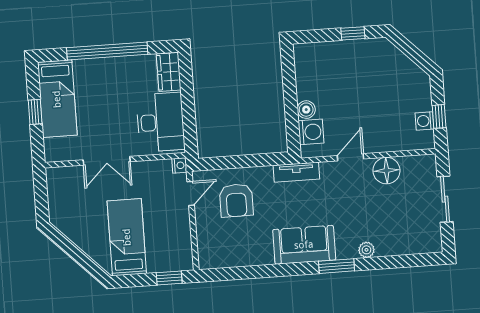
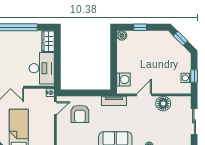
window: (353, 33) -> (140, 27), moved
window: (409, 50) -> (180, 38), added
boiler: (306, 110) -> (122, 35), moved

